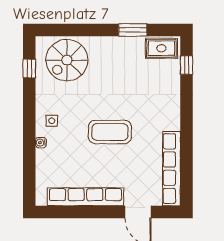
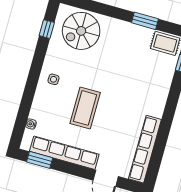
coffee table: (110, 132) -> (85, 108), moved, turned 90
water cooler: (41, 143) -> (31, 124), moved
window: (61, 212) -> (40, 160), added

